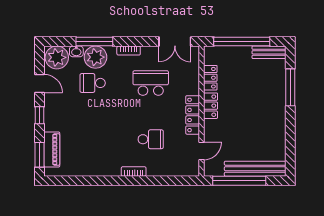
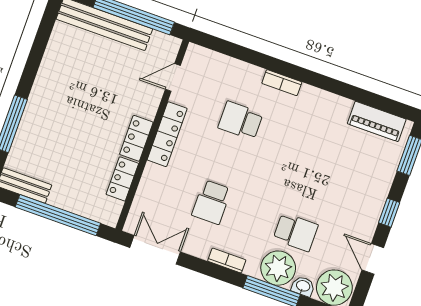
school desk: (151, 83) -> (211, 202), width x0.54
piano: (52, 150) -> (377, 121), moved, turned -90

